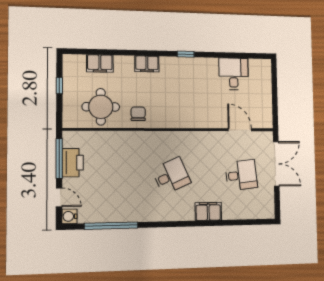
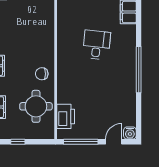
printer: (73, 163) -> (66, 116), moved, turned 90
desk: (171, 176) -> (96, 45), turned 30
window: (111, 226) -> (139, 70), moved

